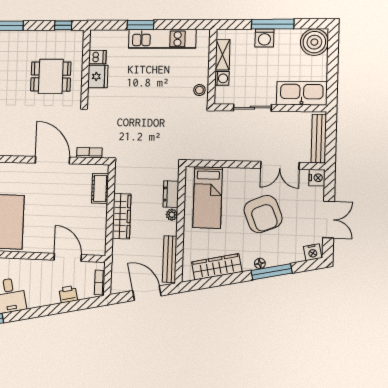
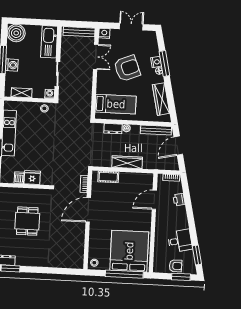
dining table: (51, 77) -> (27, 221), moved
washing machine: (222, 78) -> (50, 94), moved
nightstand: (313, 252) -> (156, 62), moved

